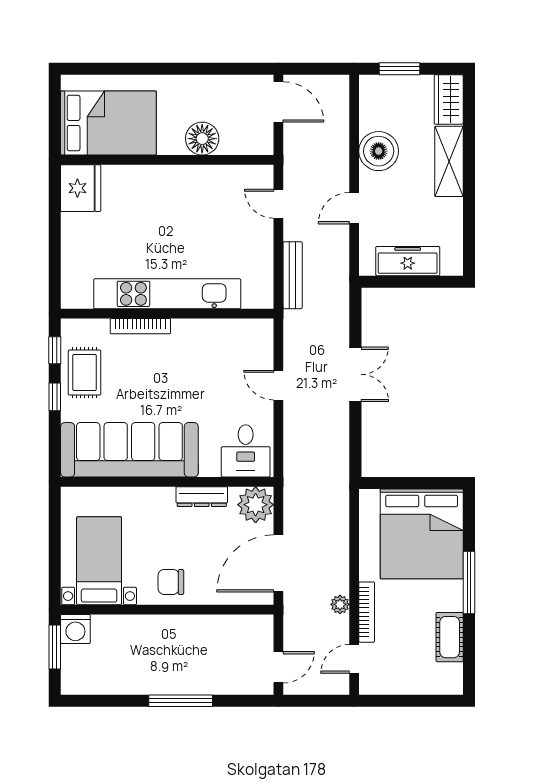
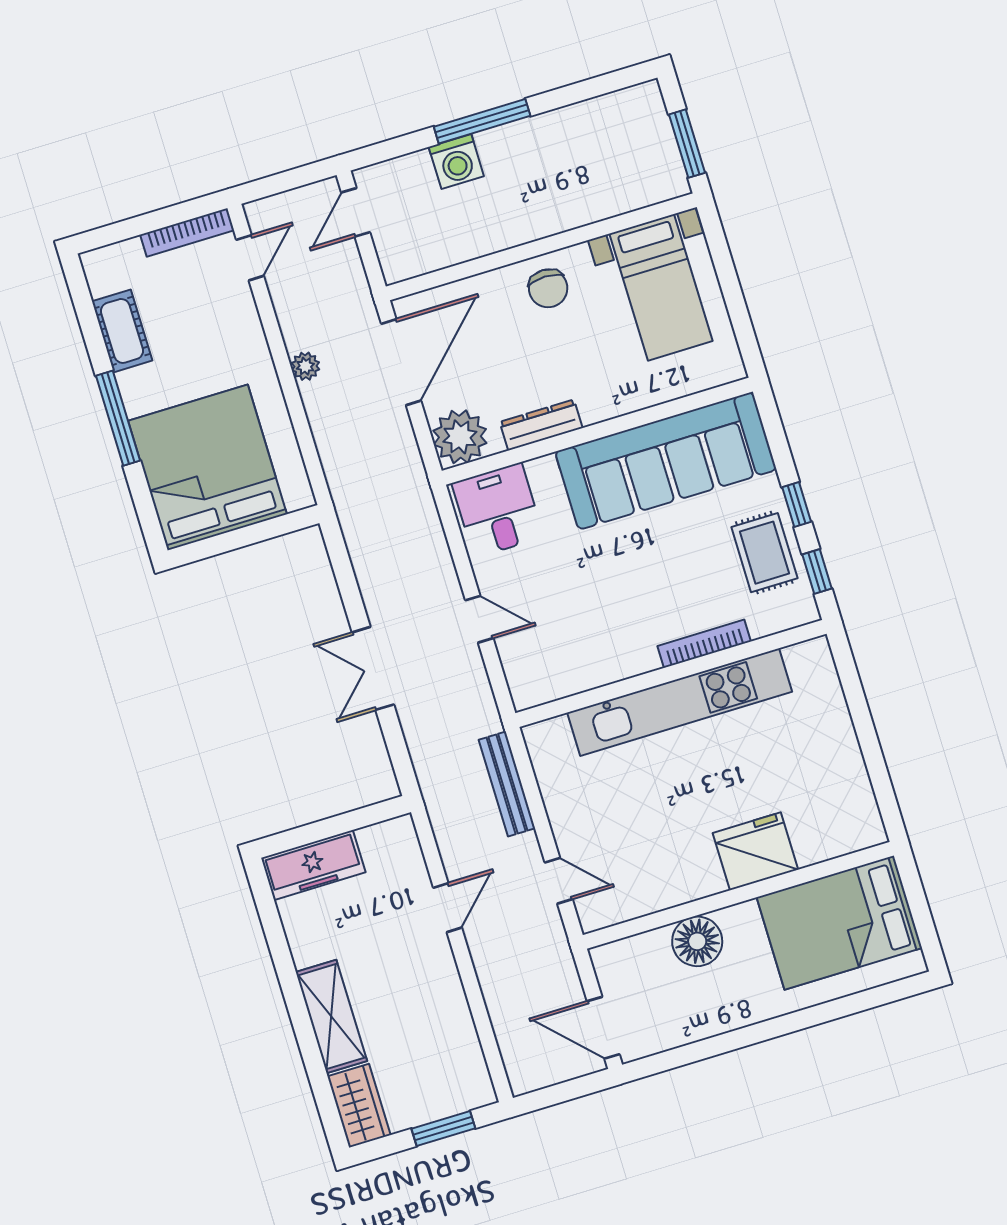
boiler: (379, 151) -> (437, 1001), removed
fridge: (81, 188) -> (755, 851), moved, turned 90
freezer: (408, 261) -> (313, 865), moved
chair: (171, 582) -> (548, 288), turned 90
plant: (340, 604) -> (305, 366), moved
bookcase: (367, 612) -> (187, 232), moved, turned -90
washing machine: (75, 629) -> (456, 162), moved, turned 180

